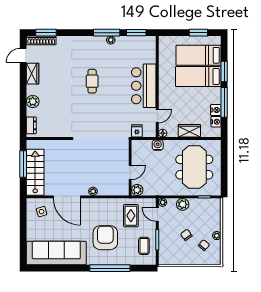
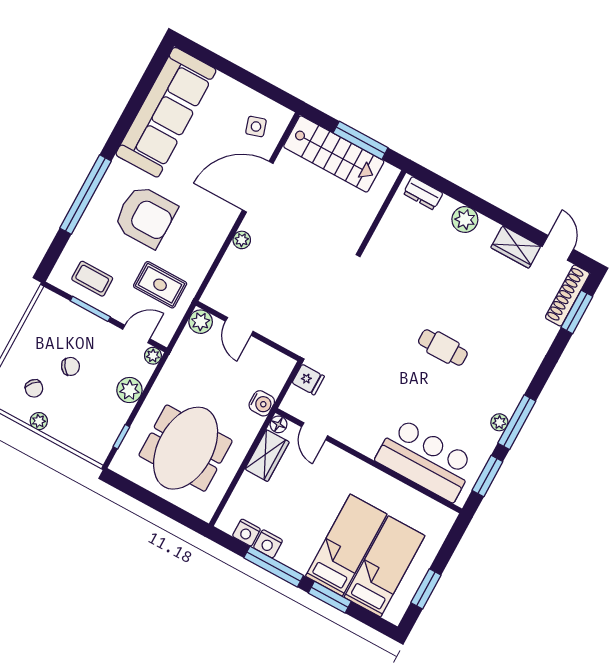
bar counter: (144, 86) -> (426, 460), moved
wardrobe: (189, 131) -> (267, 456), moved
meeting table: (194, 167) -> (186, 448), turned 90

